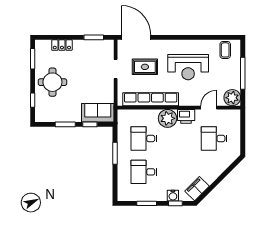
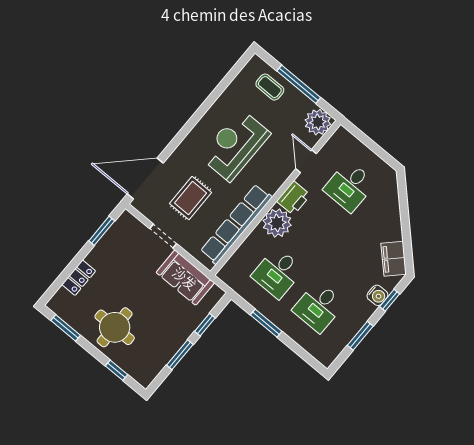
coffee table: (225, 50) -> (270, 87), moved
reception desk: (188, 67) -> (235, 145), turned 180
sofa: (98, 113) -> (185, 278), moved, turned -90

